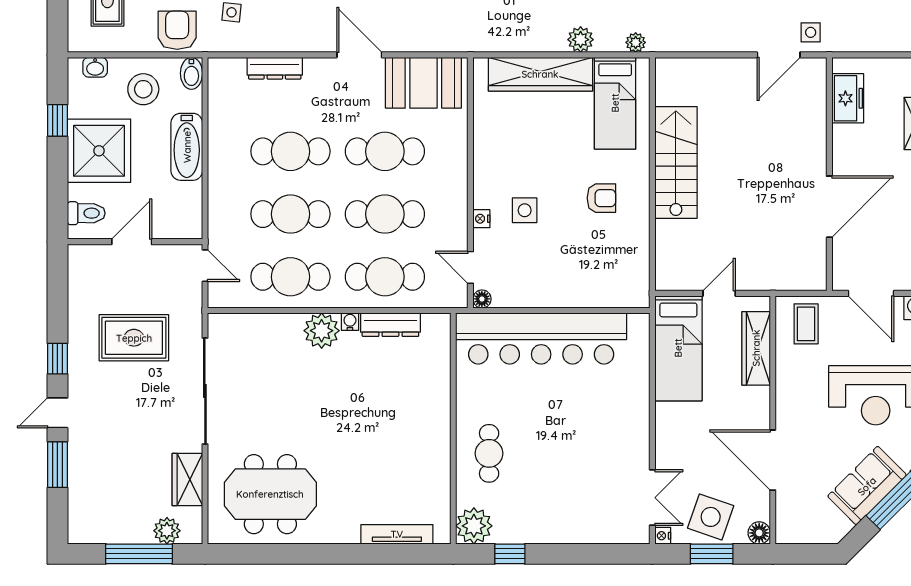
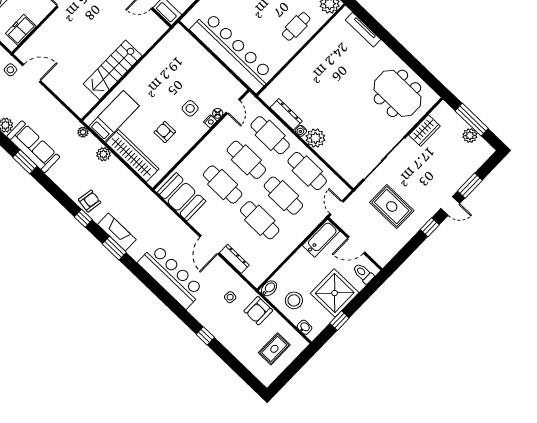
door: (359, 55) -> (209, 245), moved
bathtub: (187, 147) -> (321, 238), moved
armchair: (601, 198) -> (165, 132), moved
floor lamp: (482, 299) -> (218, 113), moved
plant: (167, 531) -> (470, 136), moved

